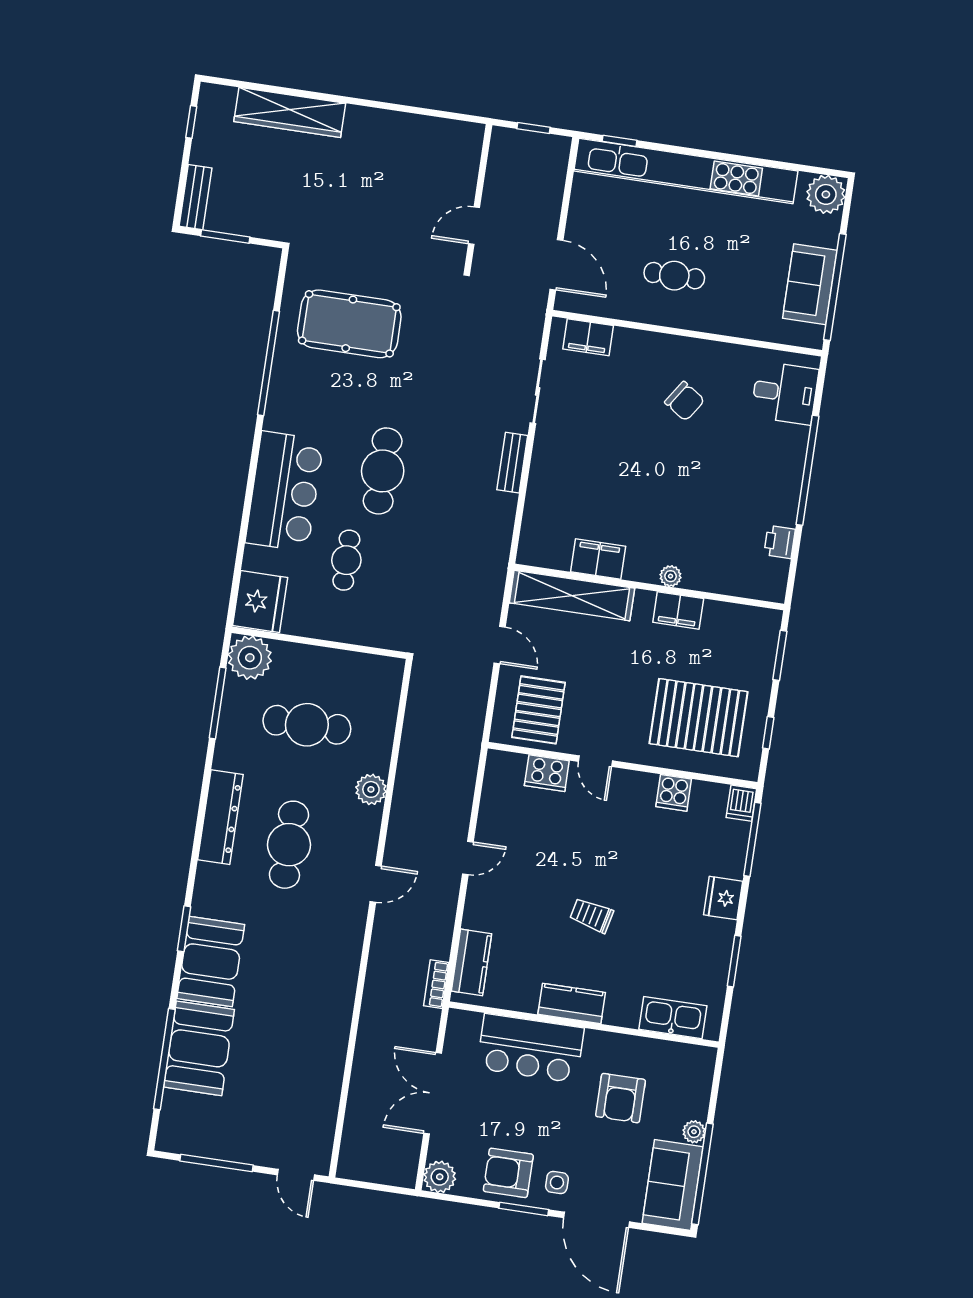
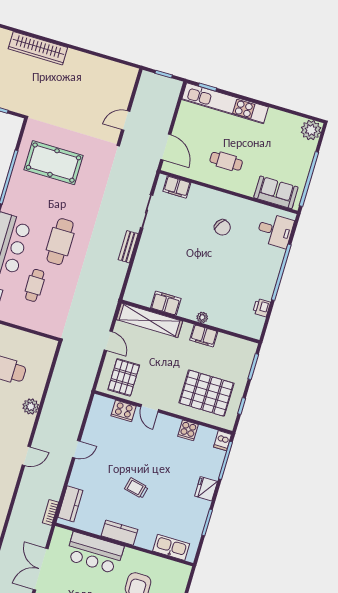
kitchen unit: (686, 171) -> (225, 103), width x0.73
sofa: (810, 284) -> (276, 192), moved, turned 90

